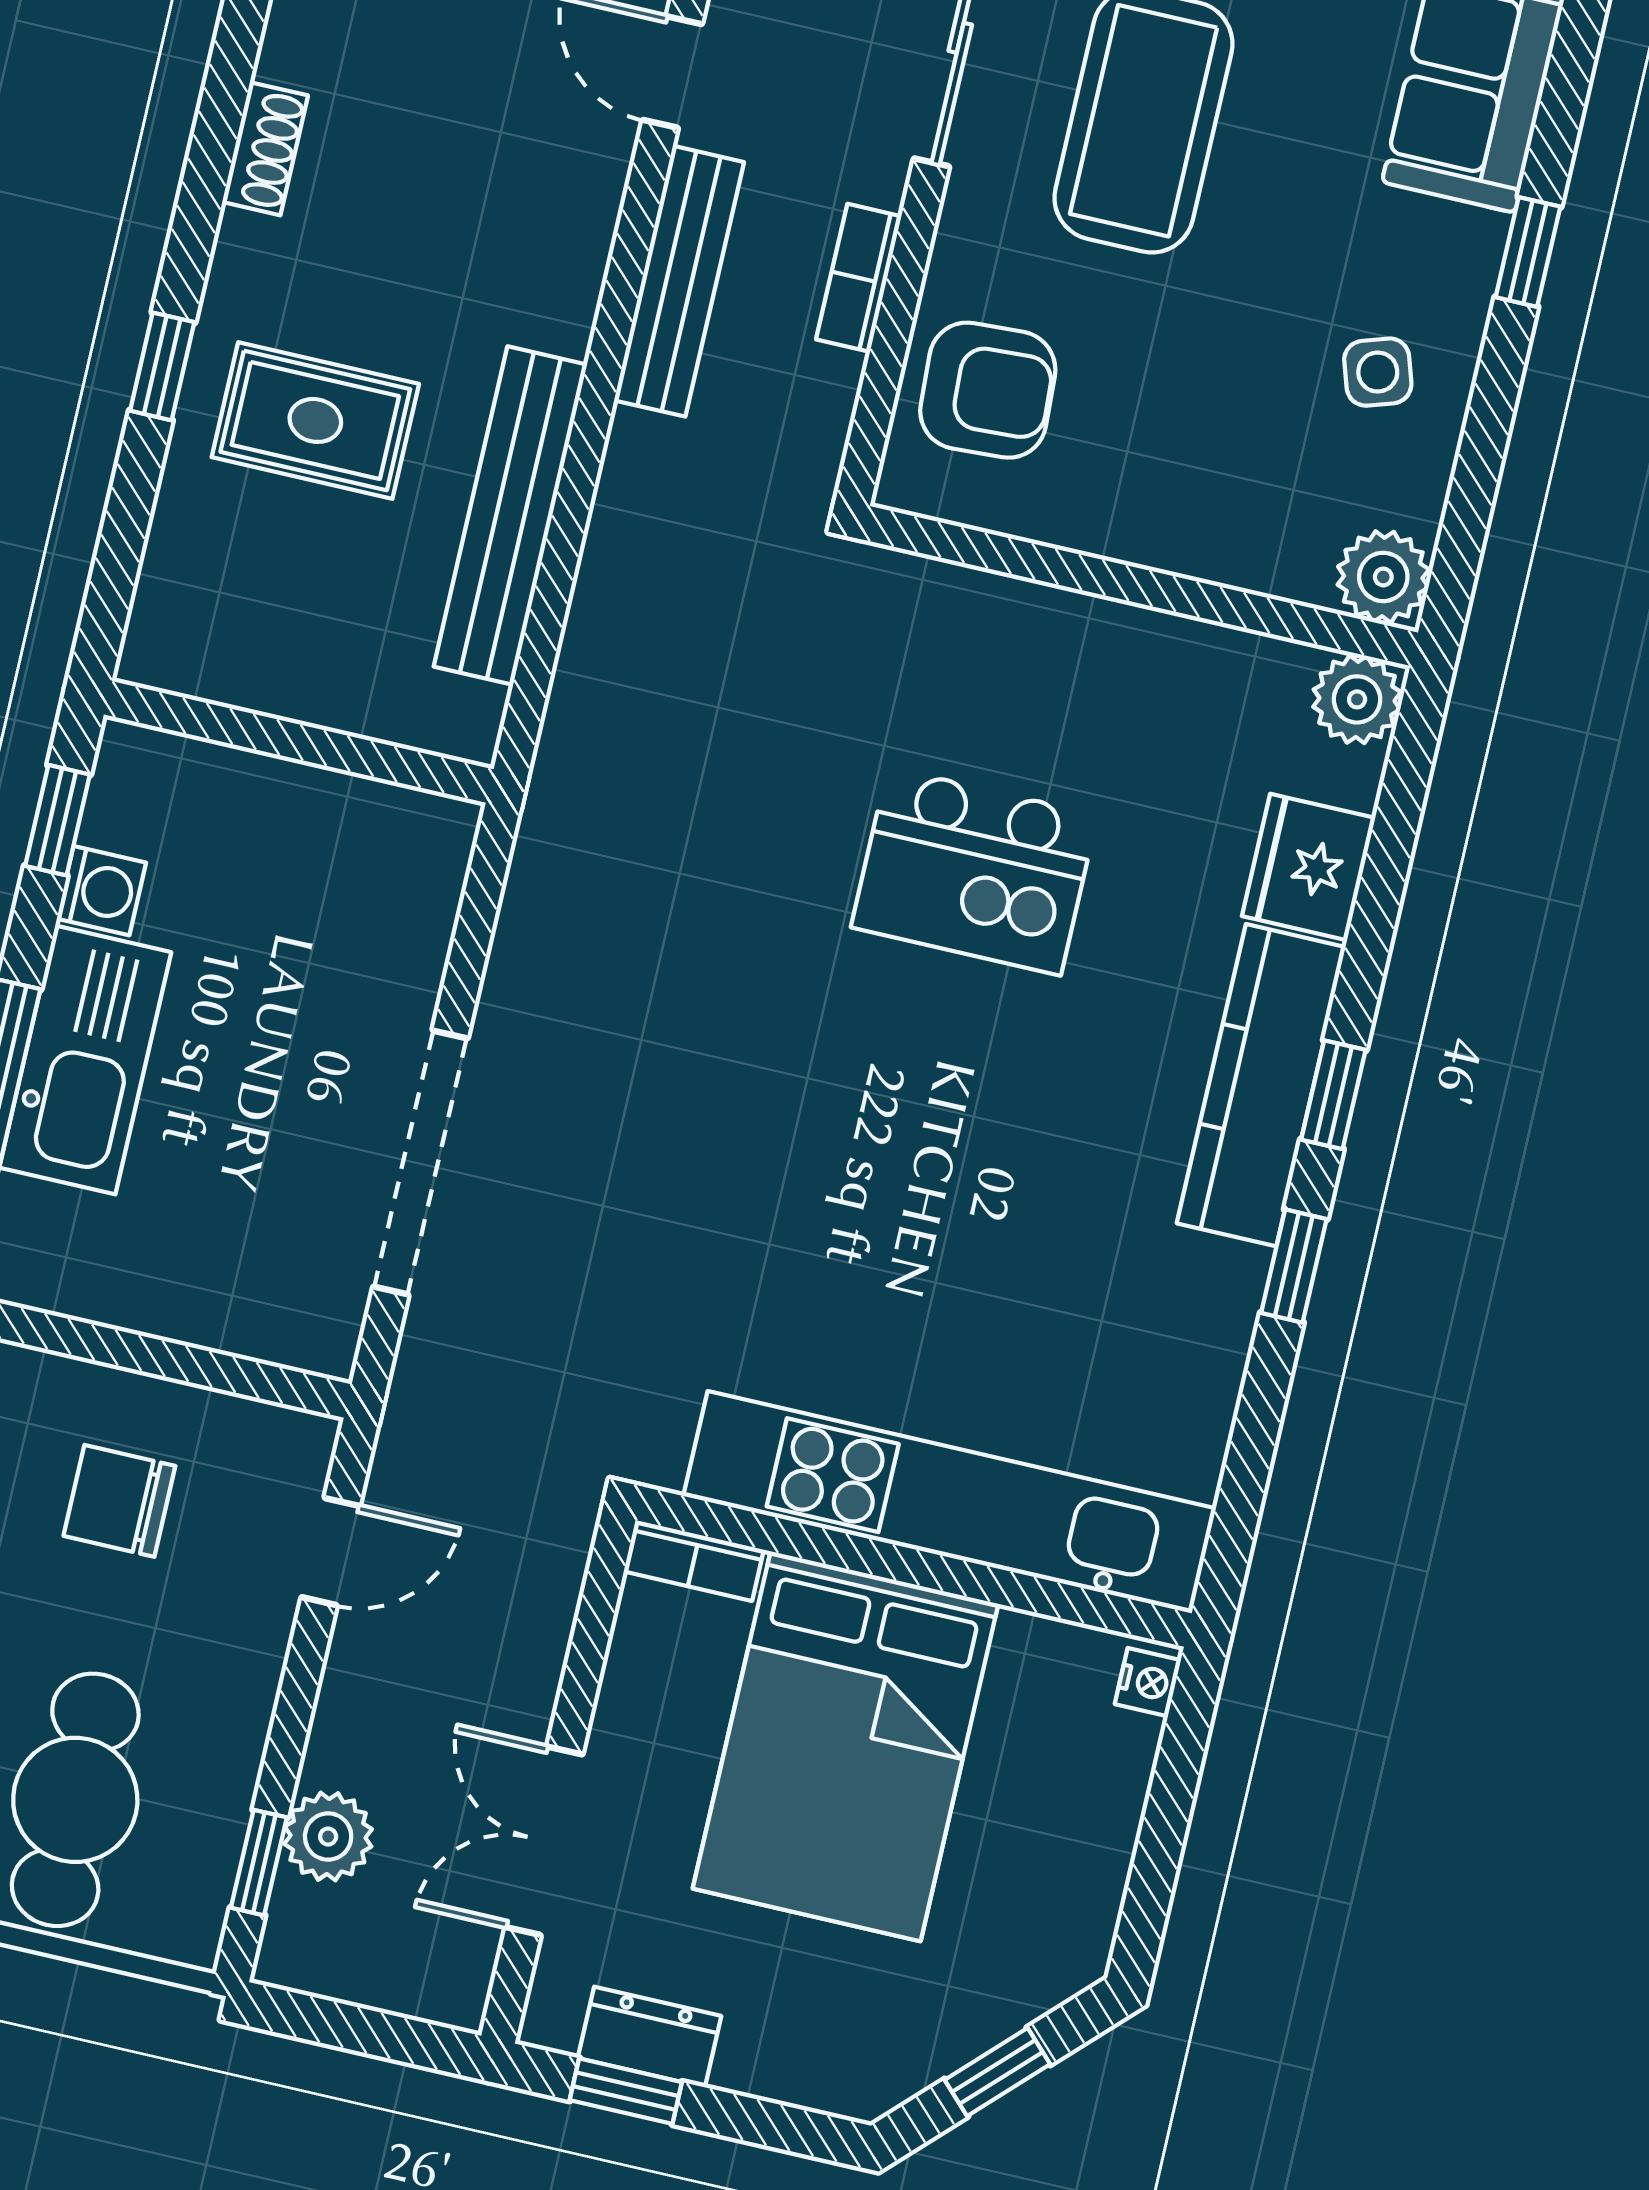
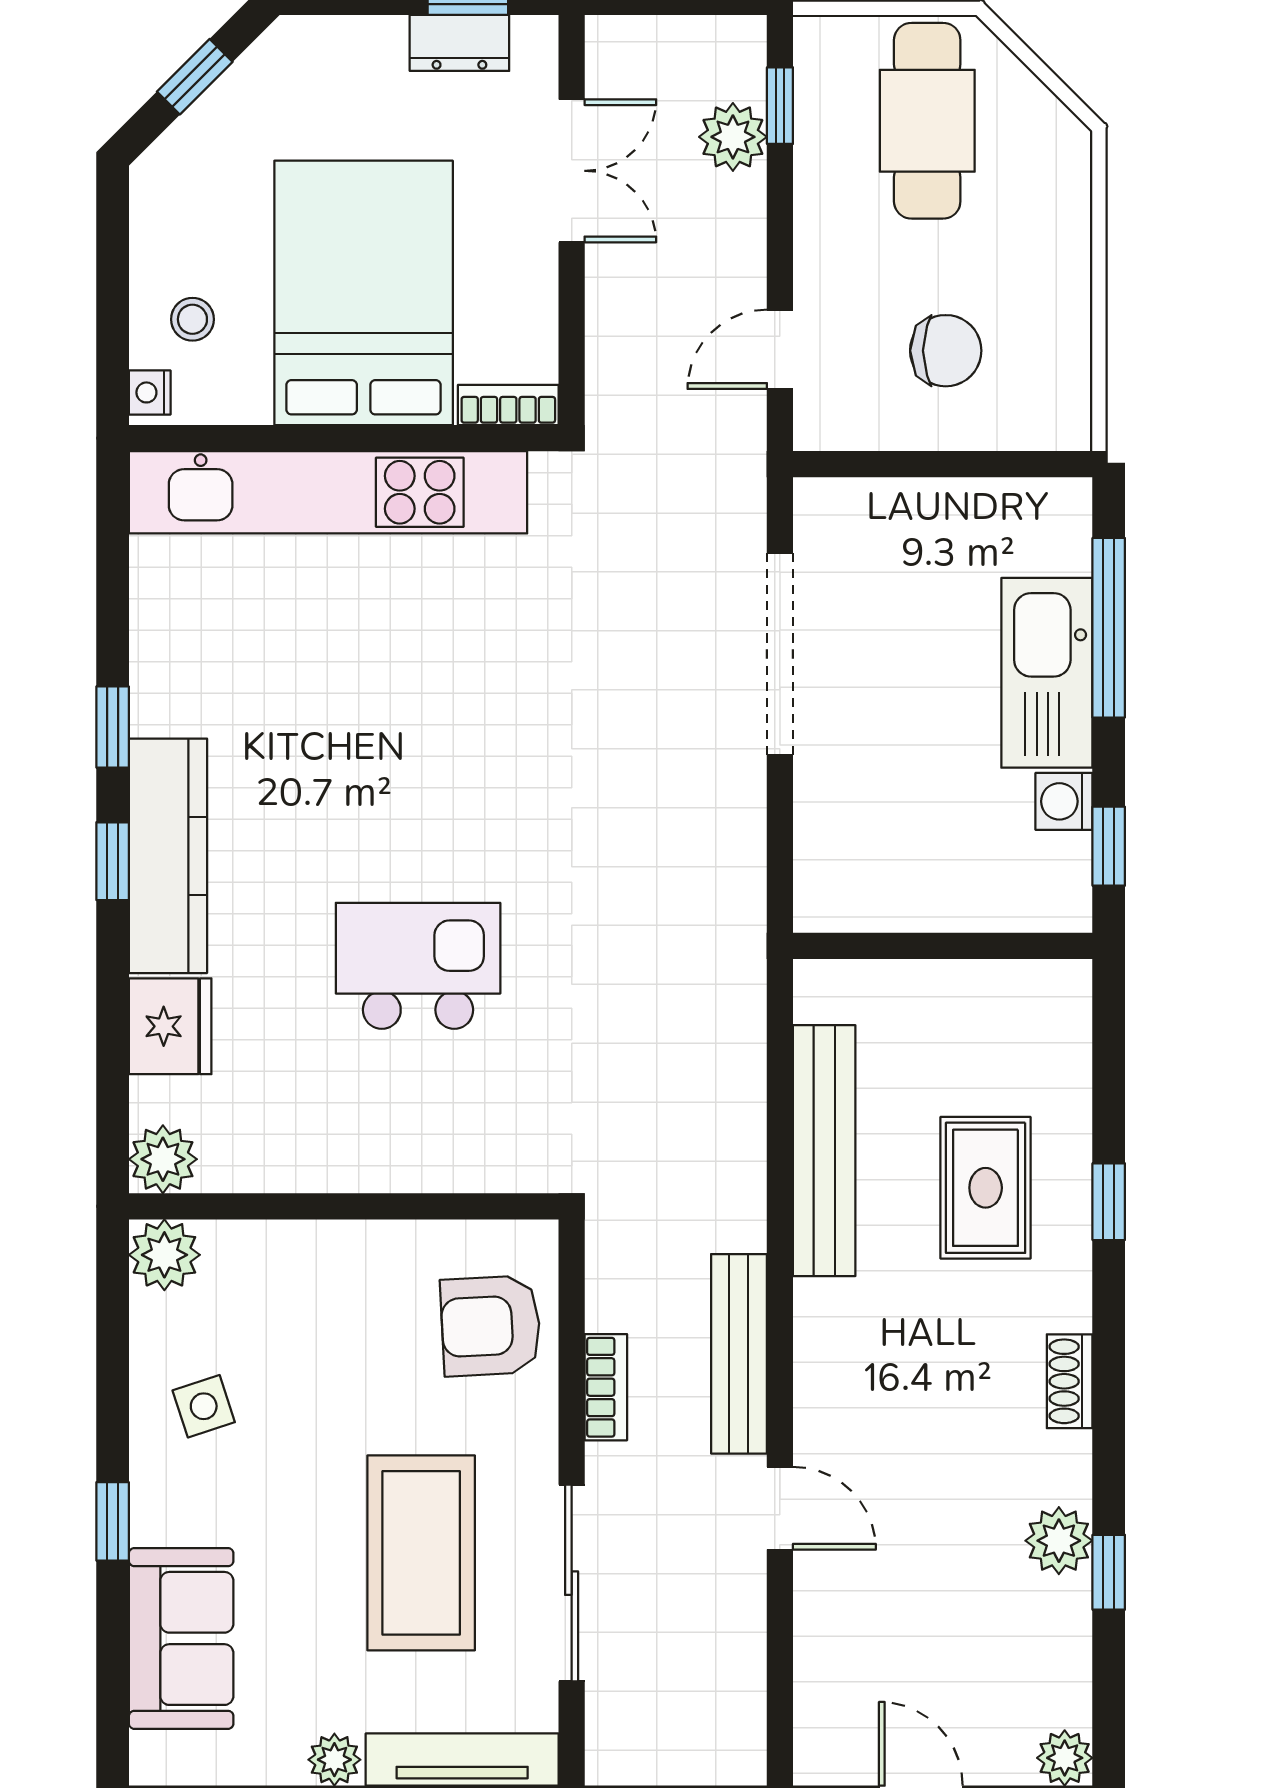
rug: (315, 420) -> (986, 1188), turned 90
stool: (1072, 1763) -> (192, 319), added

